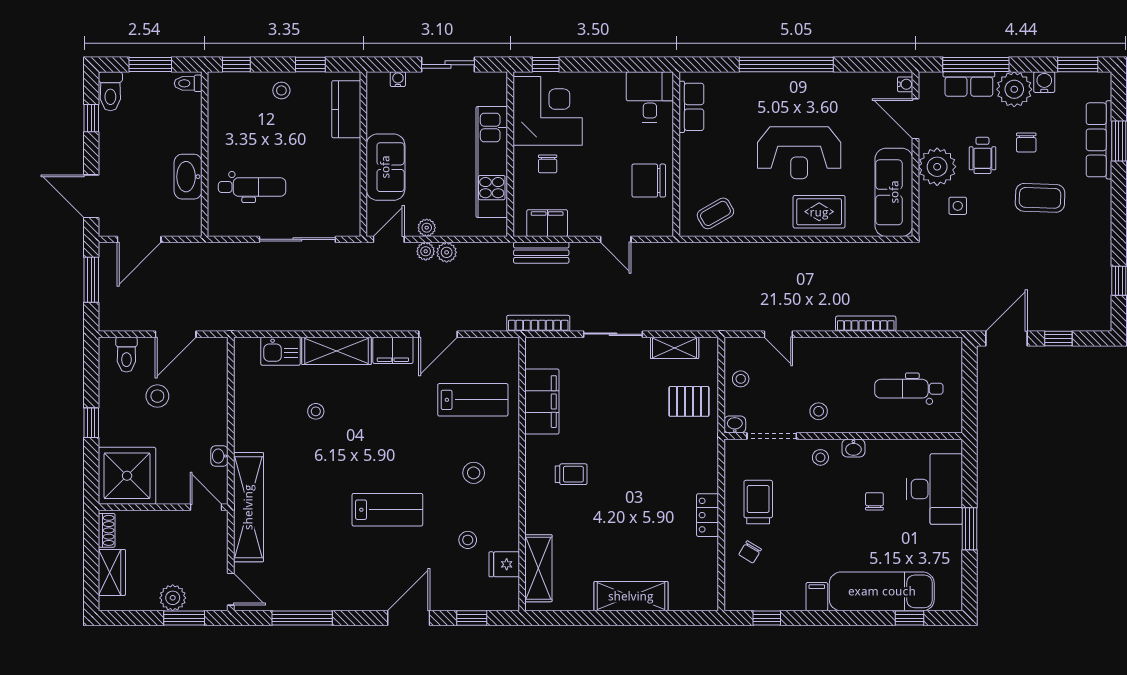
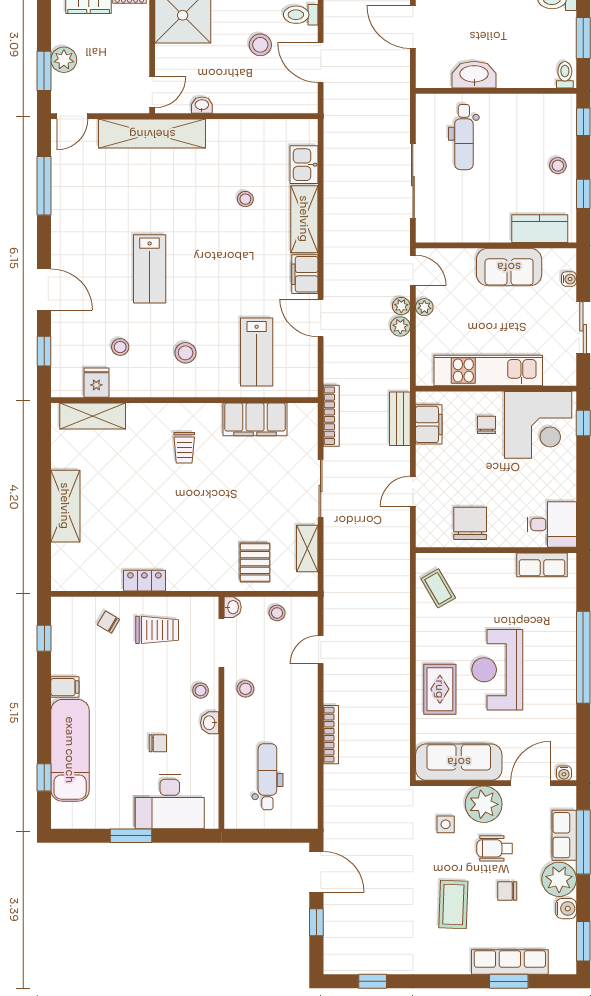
chair: (548, 164) -> (486, 425), turned 90
sofa: (385, 167) -> (509, 267), moved

